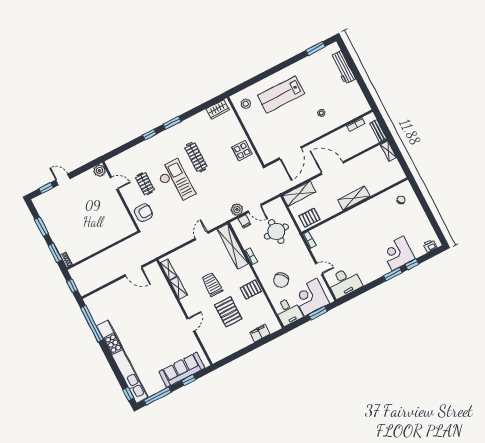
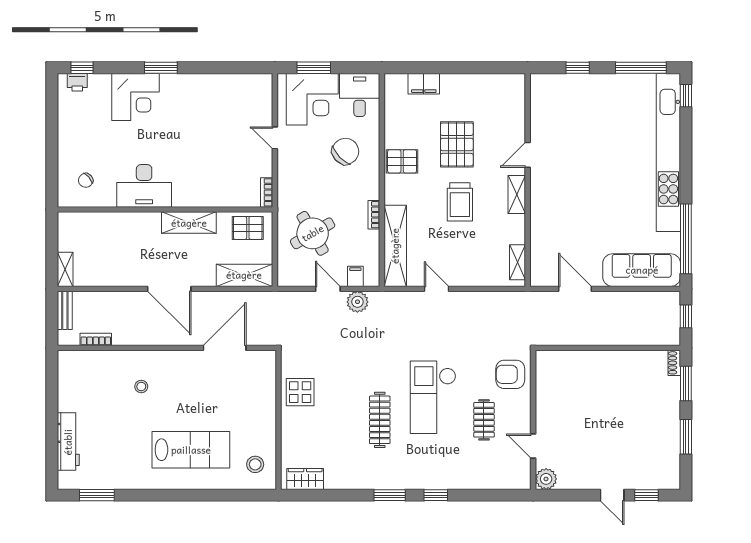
shelving: (354, 198) -> (189, 223), moved
round table: (276, 232) -> (313, 233), turned -30
door: (201, 236) -> (436, 289), swing flipped
window: (412, 264) -> (82, 68), moved
desk: (344, 282) -> (144, 186), moved, turned 180
shelving: (179, 288) -> (517, 194), moved
sofa: (182, 370) -> (642, 270), moved, turned 180

